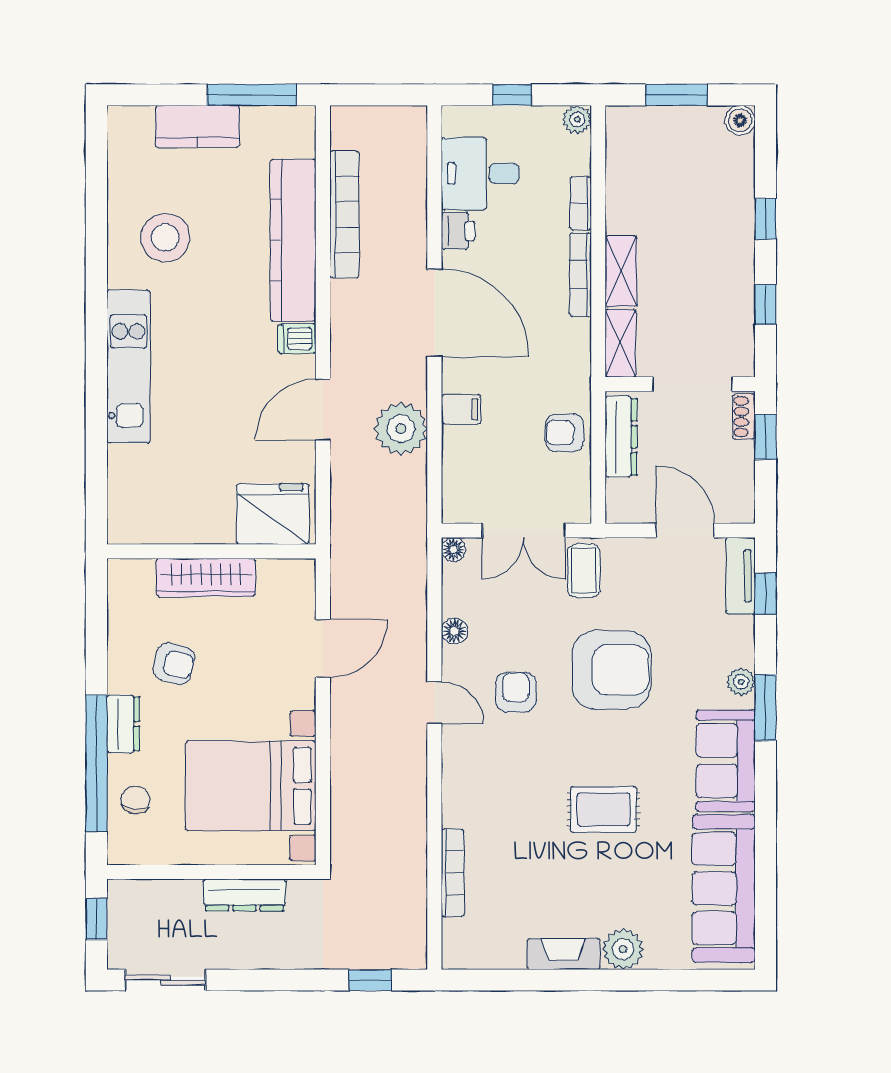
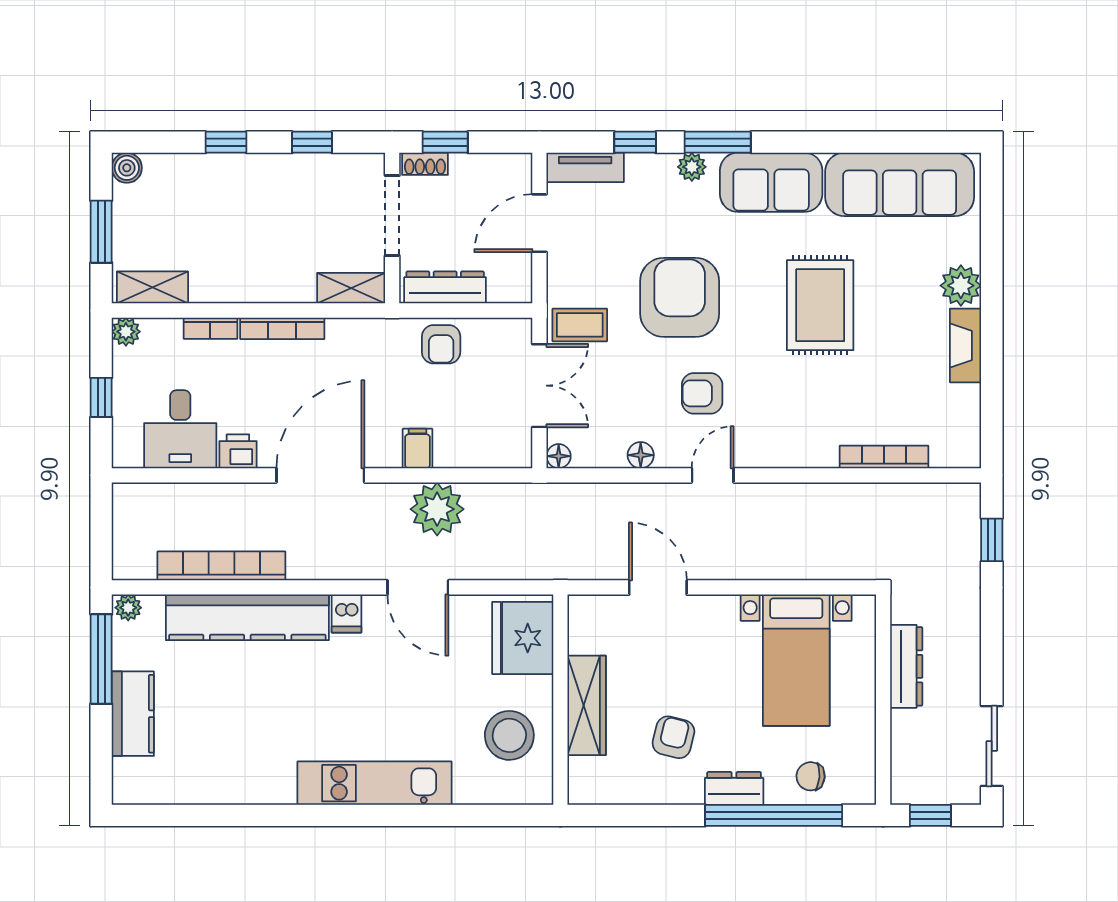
plant: (303, 122) -> (128, 608), added
stool: (165, 238) -> (509, 735), moved
shelving: (621, 271) -> (152, 287), moved
window: (765, 594) -> (635, 142), moved
bed with nightstands: (251, 786) -> (796, 660), width x0.73
rug: (603, 809) -> (820, 305), width x1.36, depth x1.43

